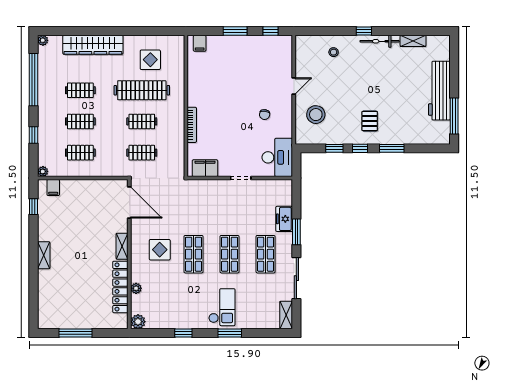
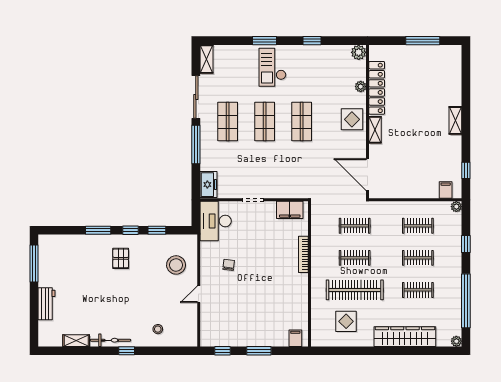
workbench: (439, 91) -> (46, 304), width x0.53, depth x0.76
freezer: (284, 219) -> (209, 185), moved
window: (296, 232) -> (196, 144), width x1.44
display table: (160, 250) -> (352, 119), moved

